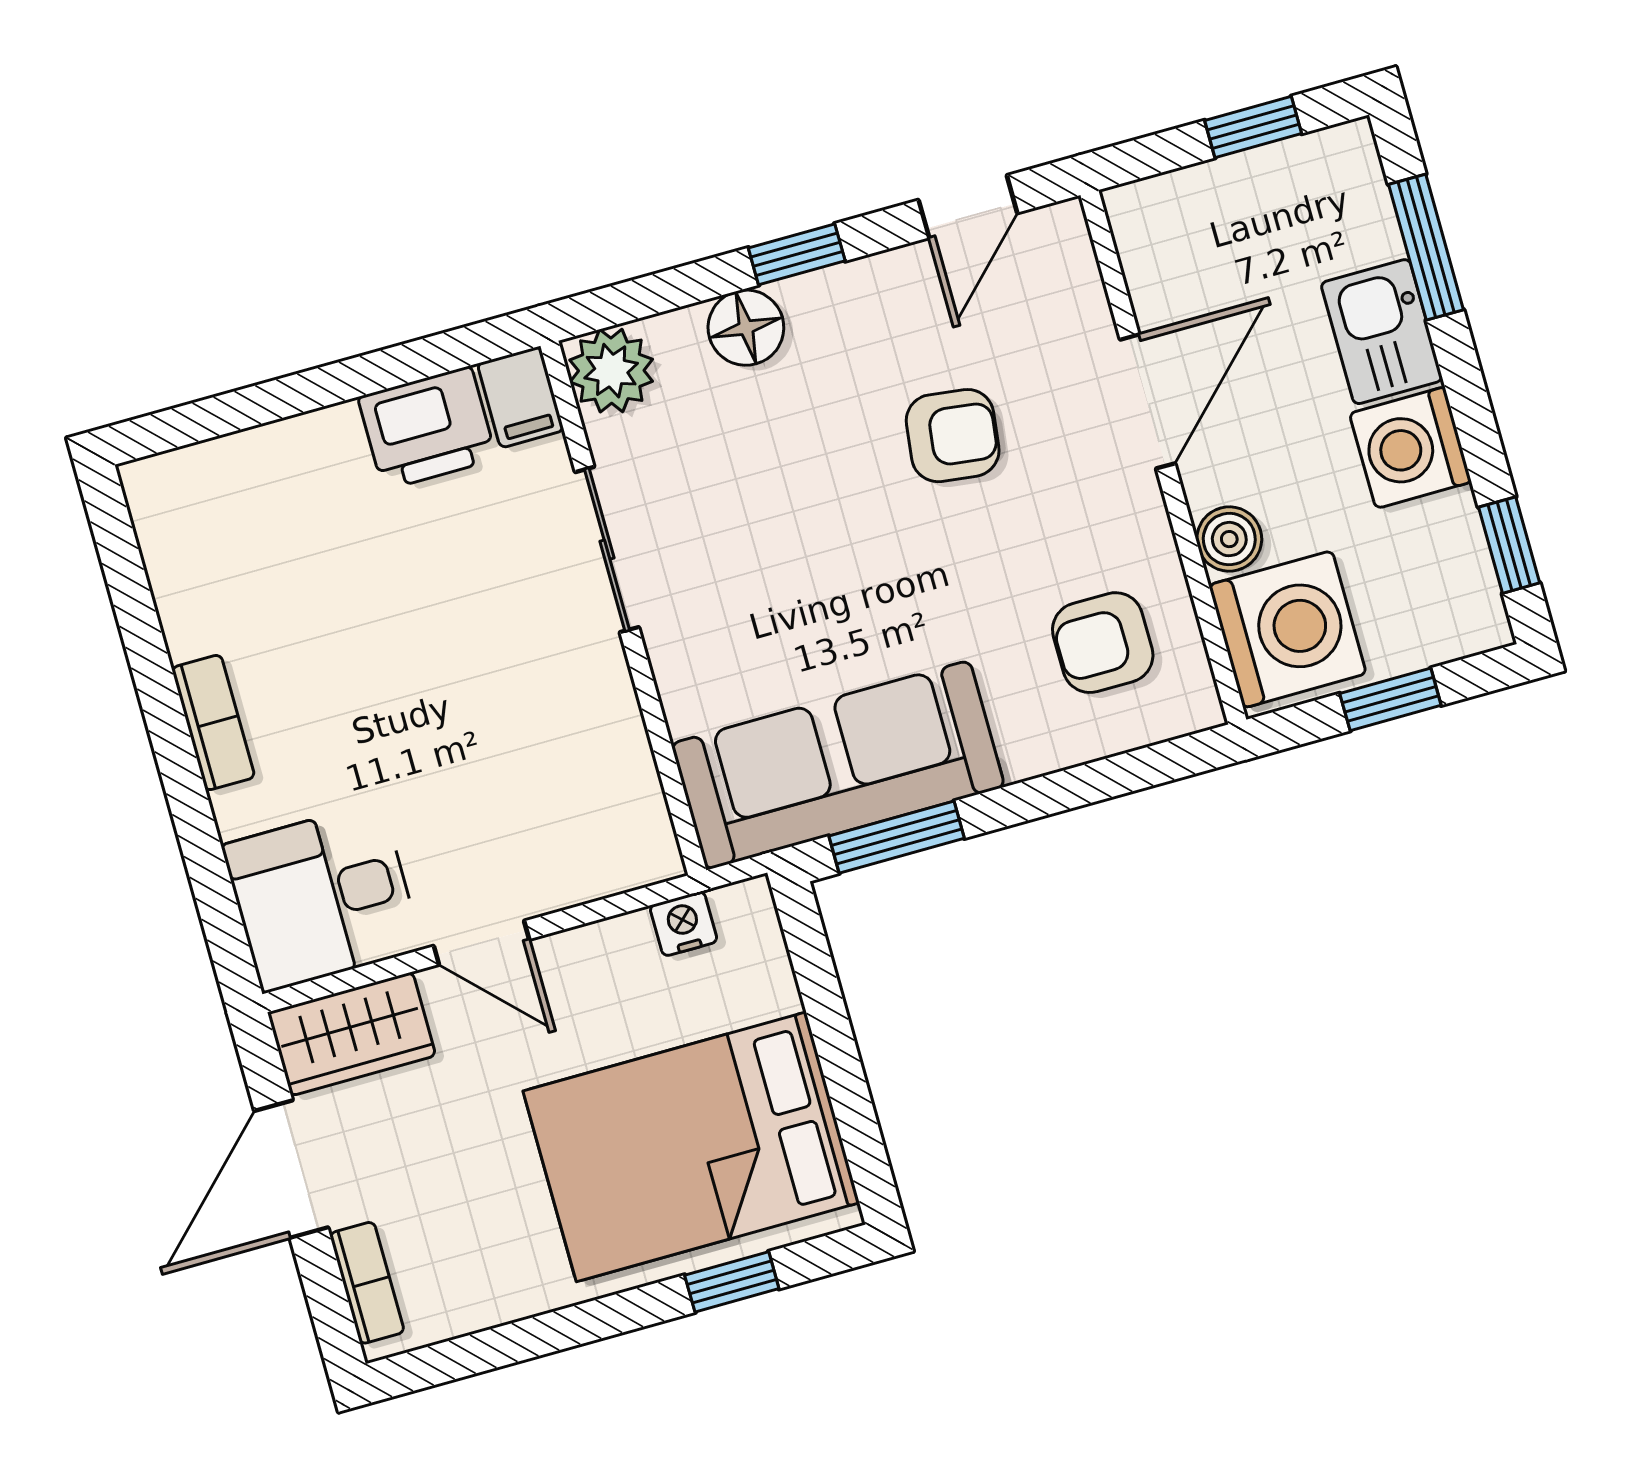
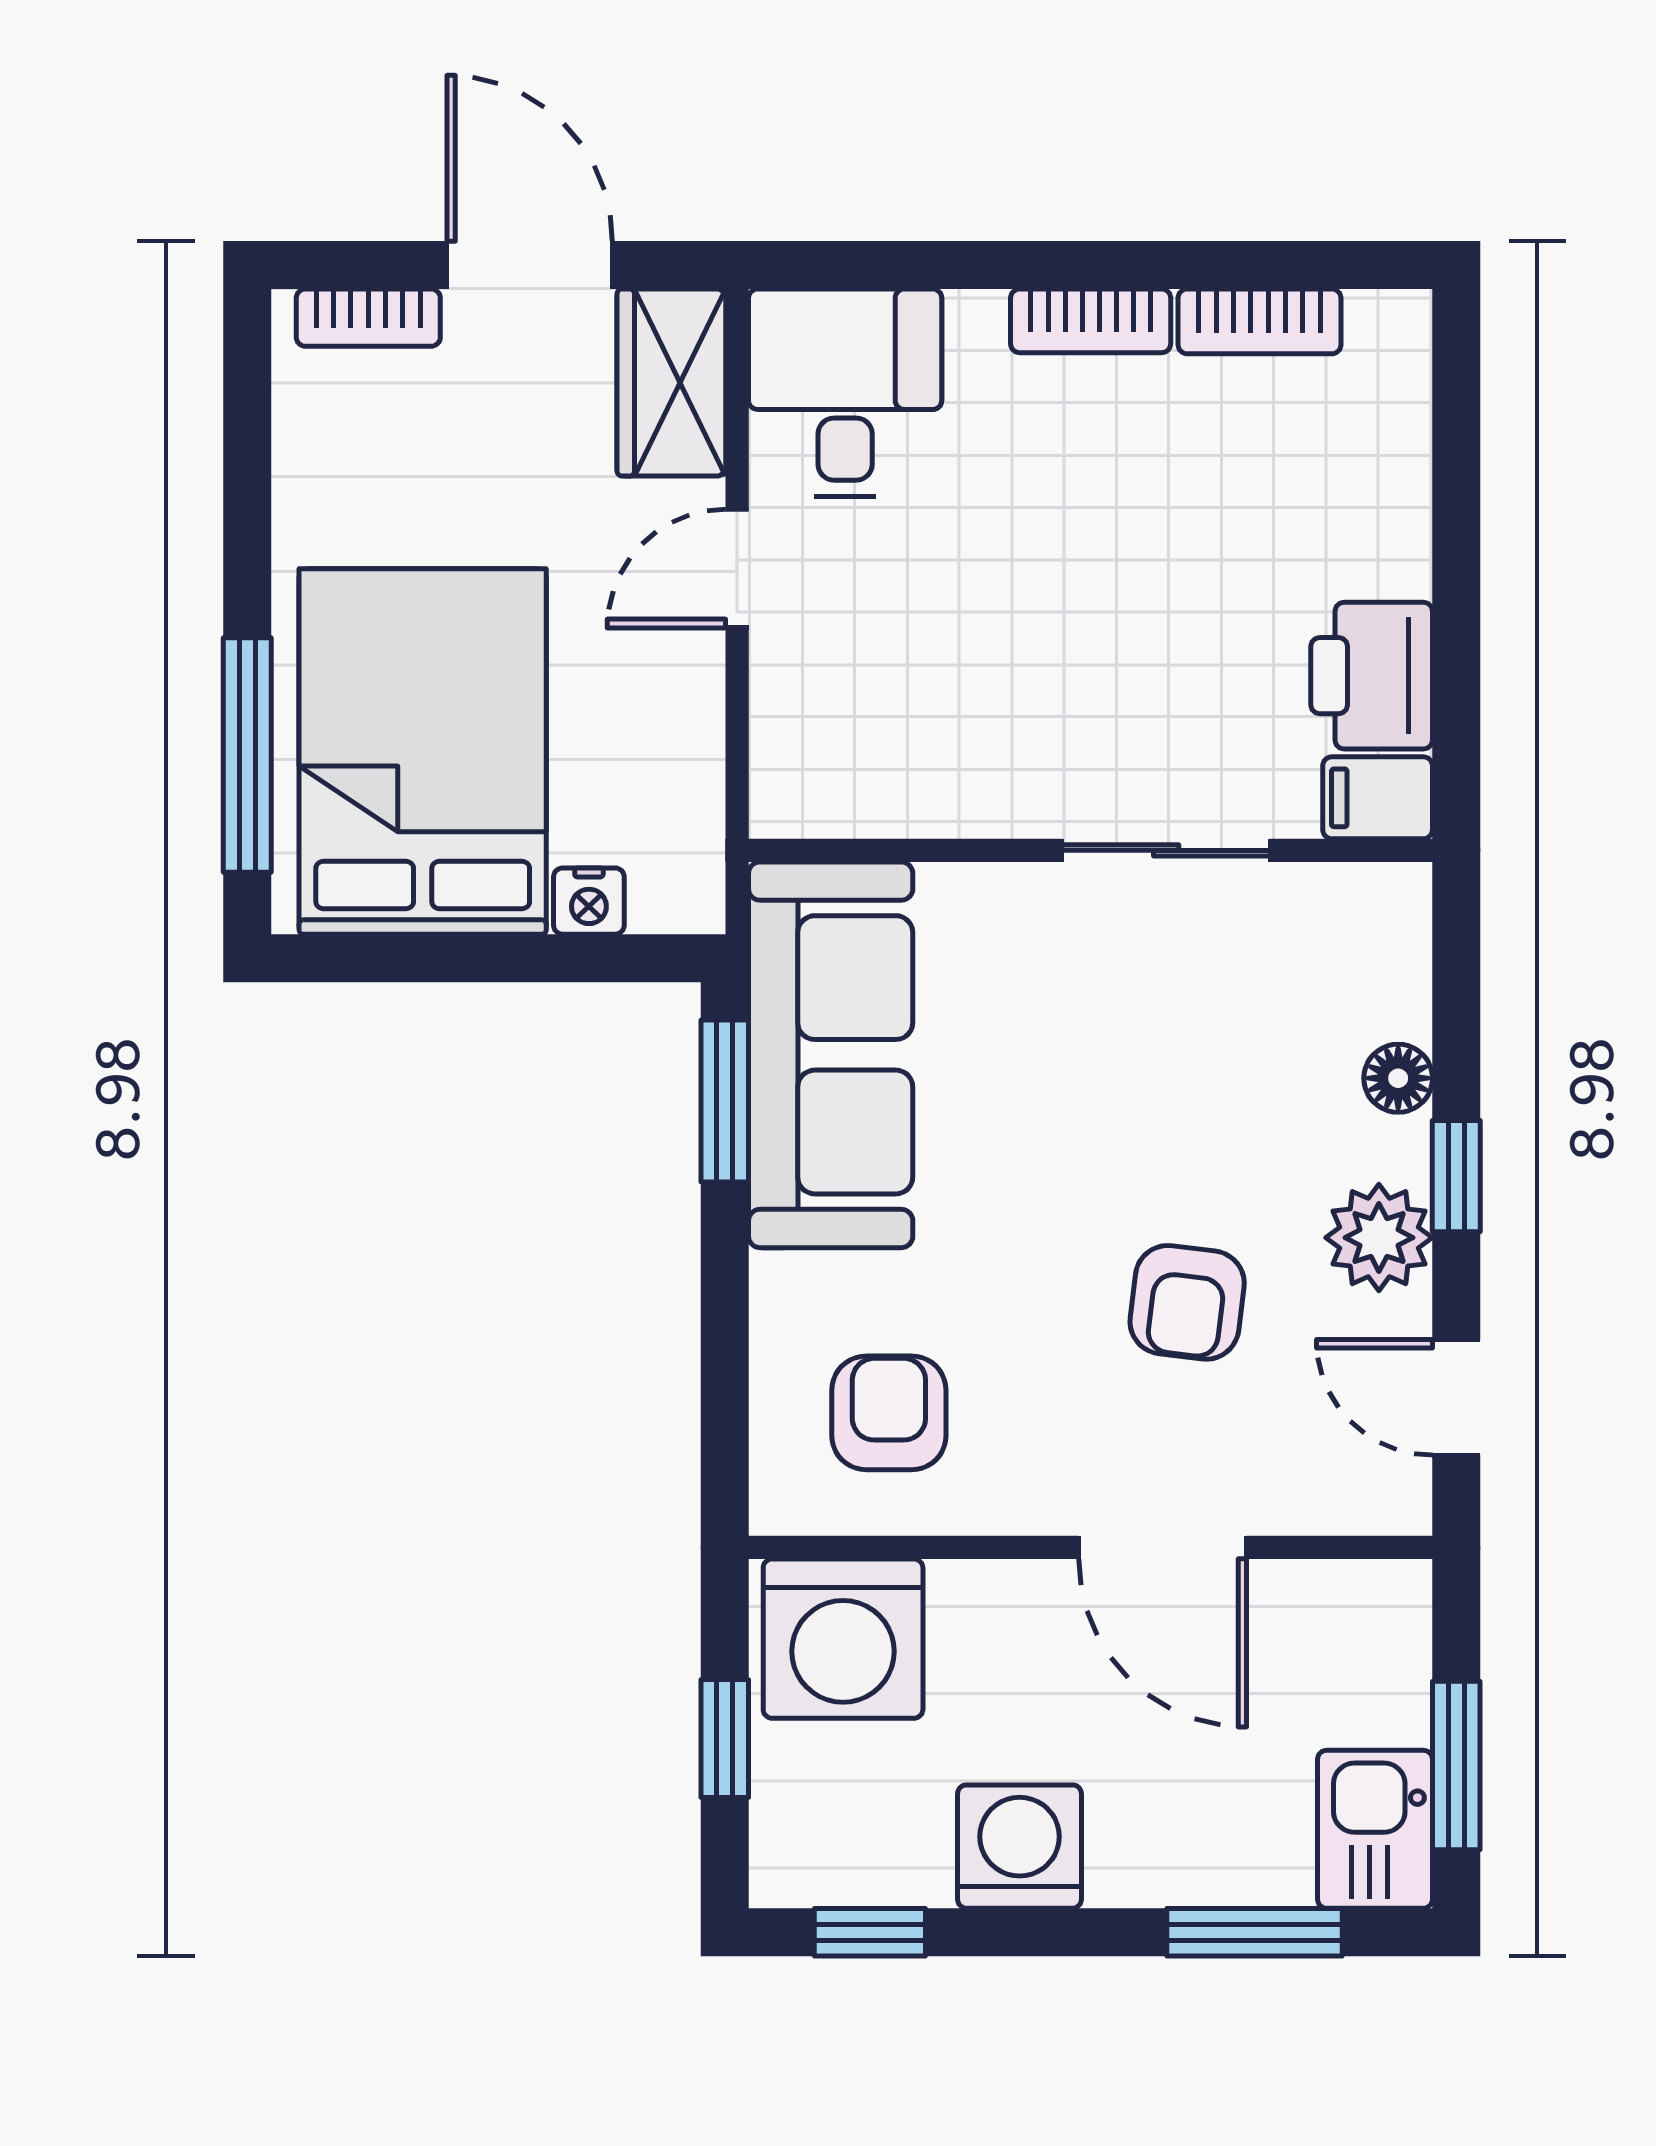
window: (1253, 127) -> (1456, 1765), width x1.50
floor lamp: (746, 328) -> (1398, 1078), width x0.73, depth x0.73
kitchen sink: (1382, 332) -> (1375, 1829), moved, turned -90
plant: (611, 371) -> (1379, 1238), moved
boiler: (1229, 539) -> (971, 1599), removed
bookcase: (177, 592) -> (1259, 321), added
nightstand: (684, 924) -> (589, 901), moved, turned 90
window: (732, 1282) -> (247, 755), width x2.17

